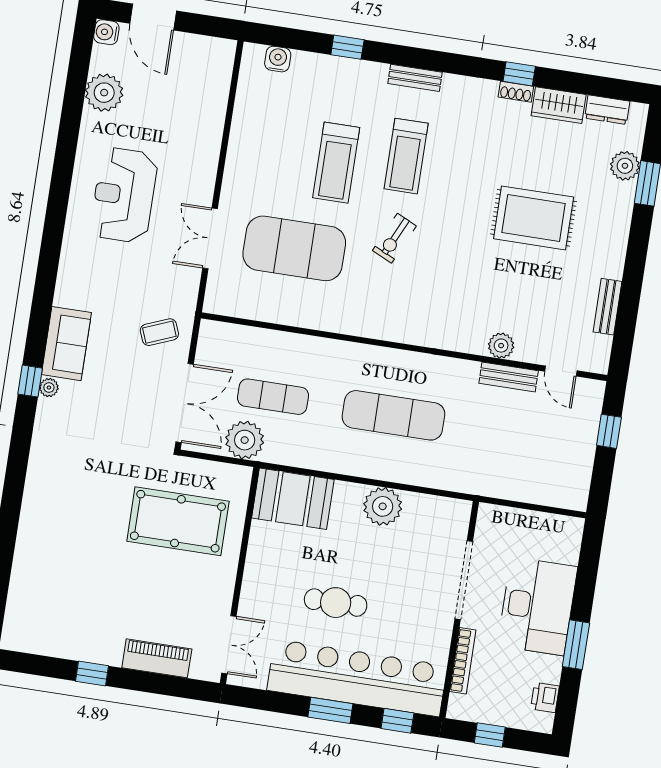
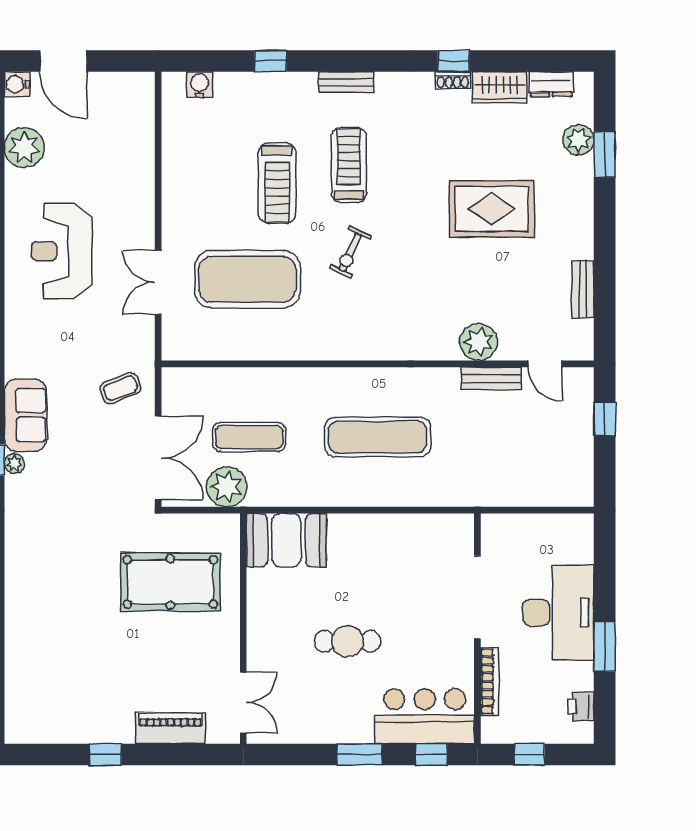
treadmill: (406, 156) -> (349, 165), turned 180
plant: (501, 346) -> (478, 342), width x1.36, depth x1.36
plant: (383, 506) -> (381, 534), removed
bar counter: (357, 678) -> (425, 716), width x0.54

